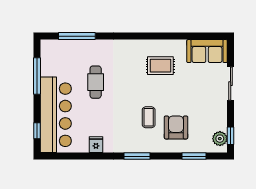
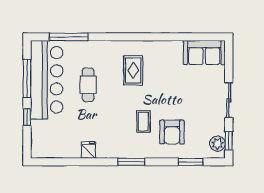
rug: (160, 66) -> (133, 70), moved, turned 90
sliding door: (231, 84) -> (229, 100), moved
bar counter: (56, 115) -> (47, 80), moved
armchair: (176, 127) -> (172, 132), turned 180
window: (37, 131) -> (27, 117), moved

